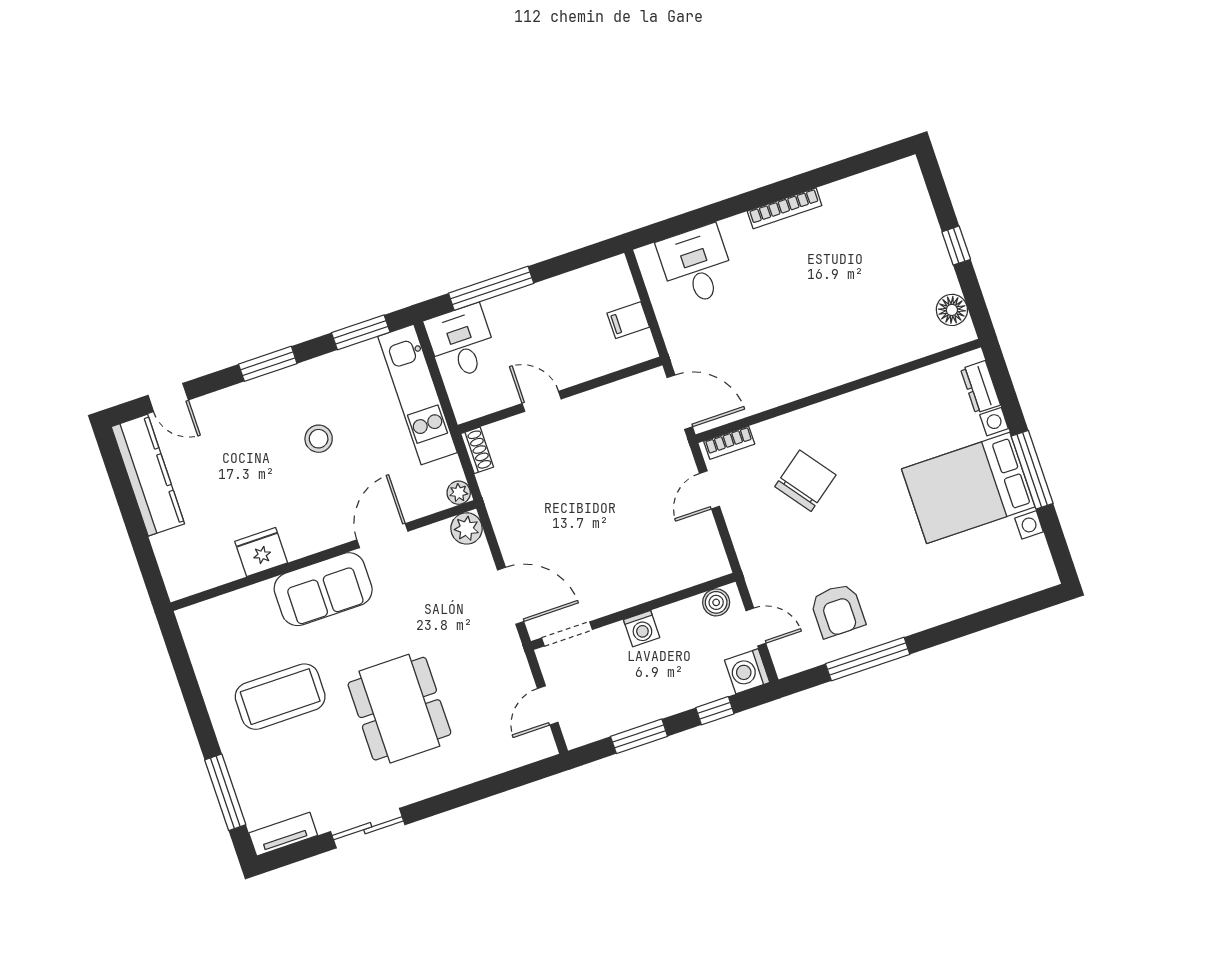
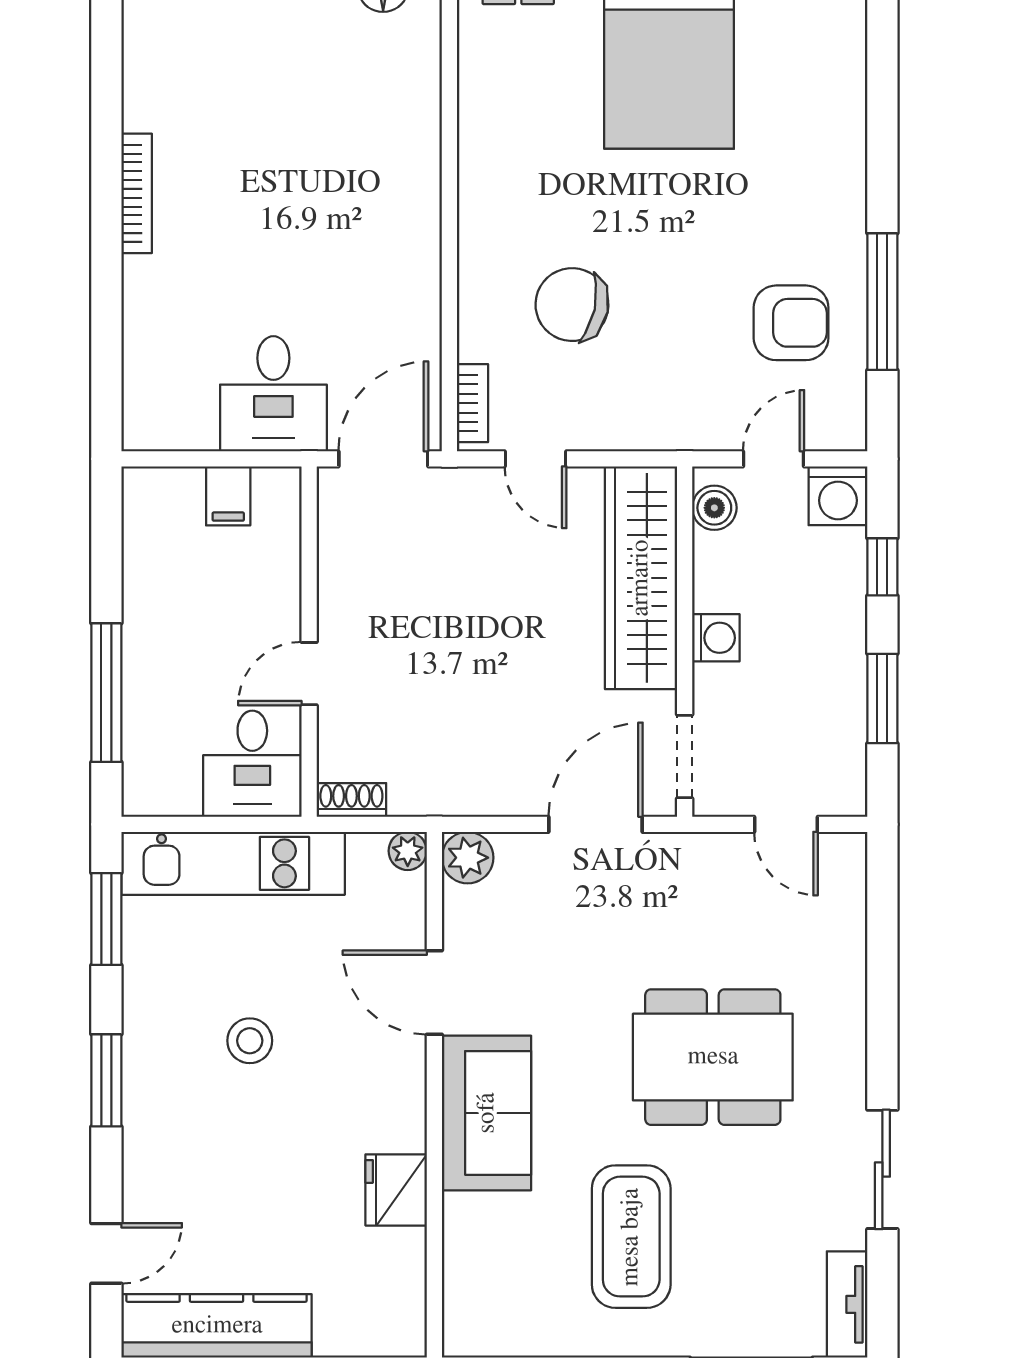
desk: (696, 265) -> (273, 394), moved, turned -90
desk: (461, 342) -> (252, 764), moved, turned -90
chair: (805, 481) -> (572, 305), turned -41
wardrobe: (661, 574) -> (641, 578), added

